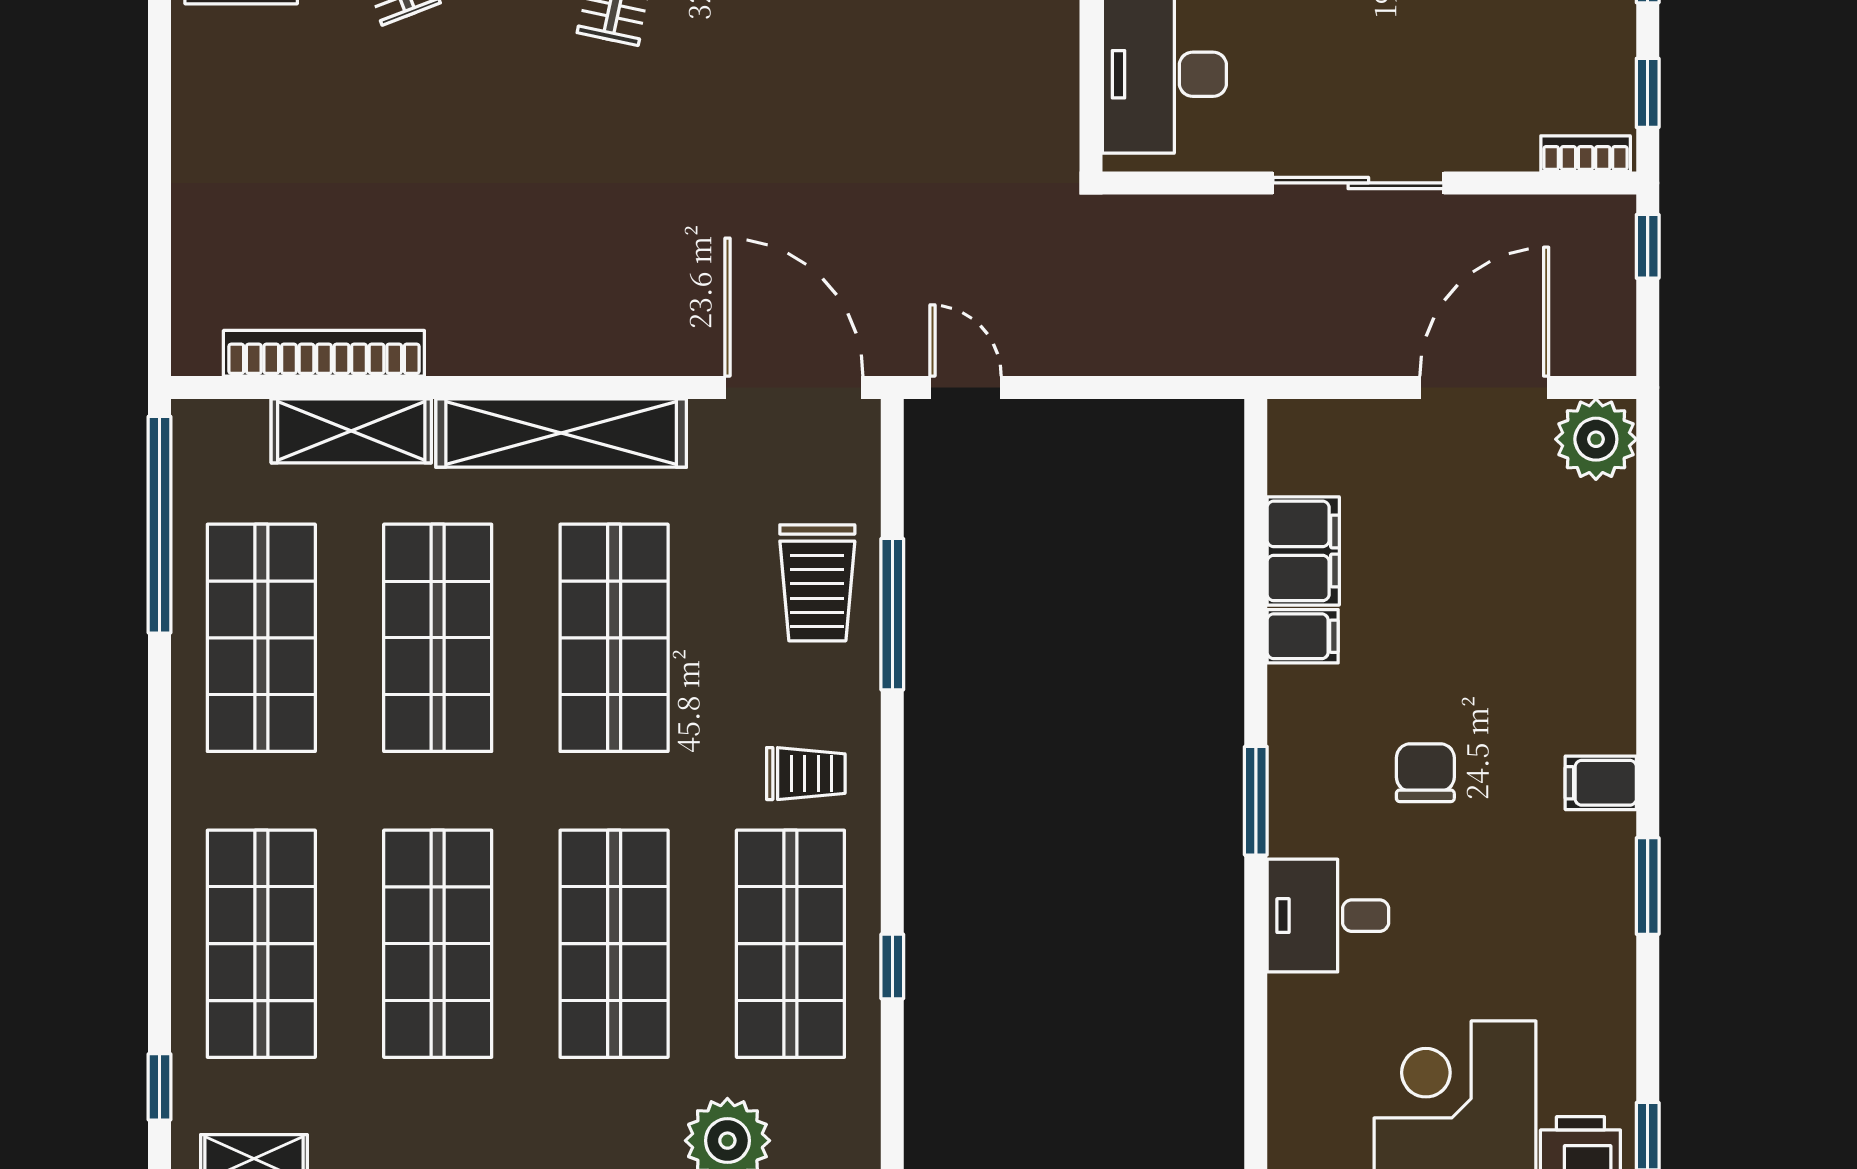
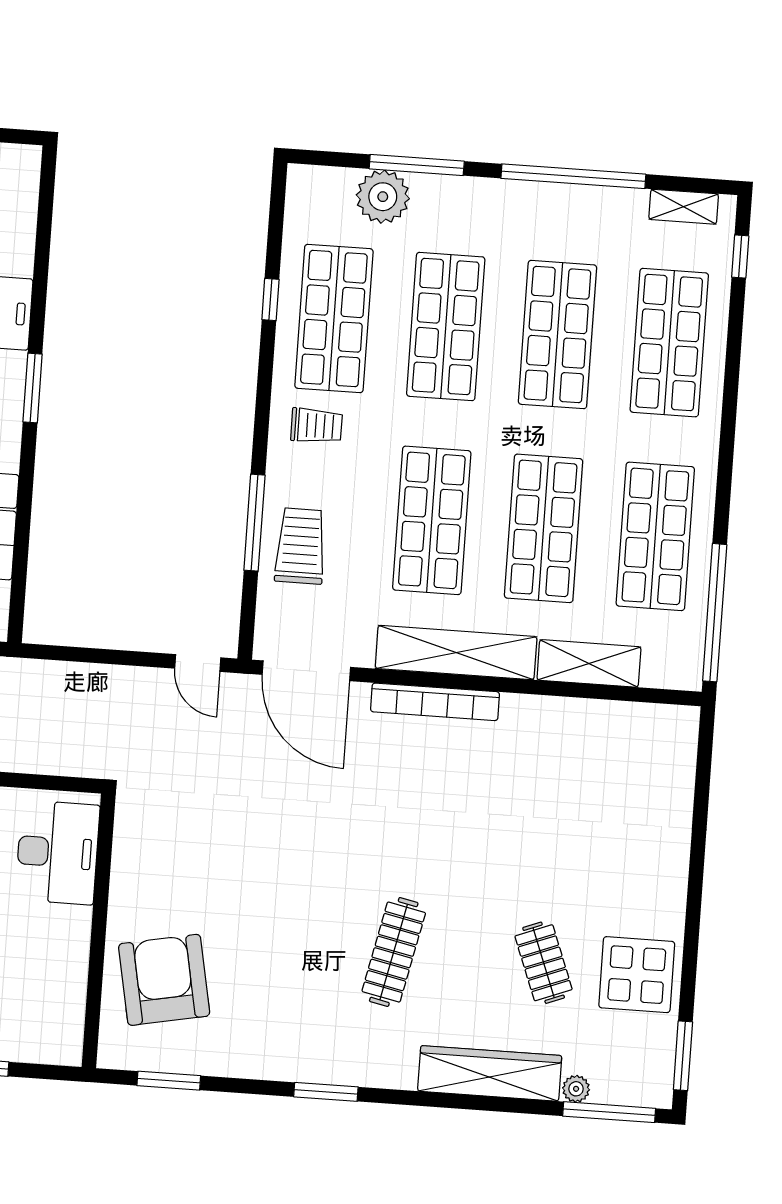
bookcase: (324, 353) -> (435, 702), moved
trolley: (806, 774) -> (316, 426), turned 180

